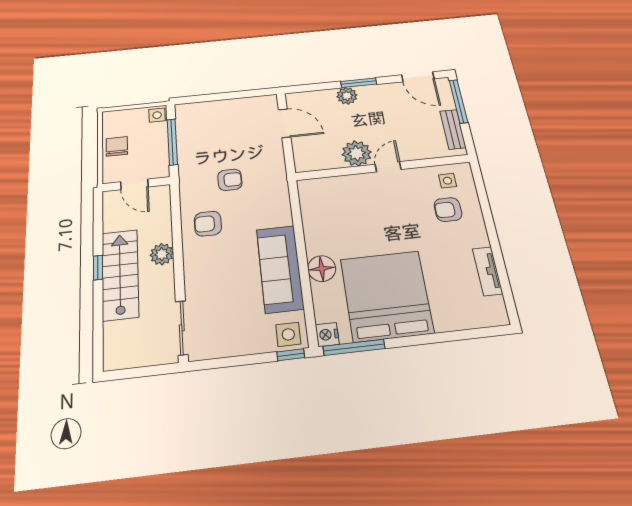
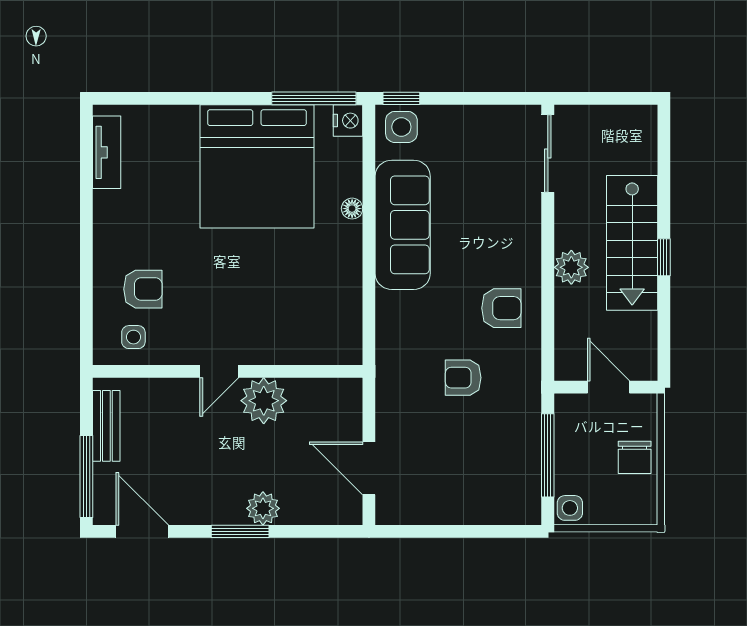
floor lamp: (322, 269) -> (352, 209), width x0.53, depth x0.53
tv unit: (488, 271) -> (107, 152), moved

